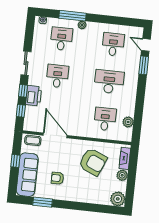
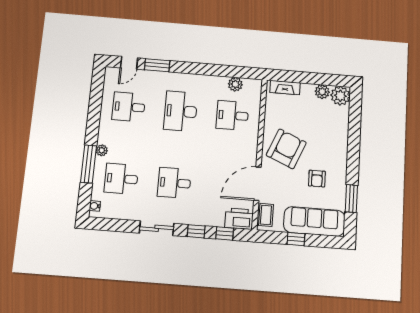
printer: (34, 96) -> (239, 219), moved
armchair: (93, 162) -> (286, 149), moved
plant: (122, 175) -> (322, 92), moved

